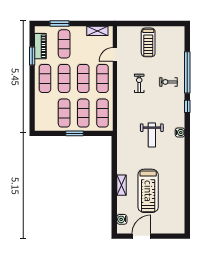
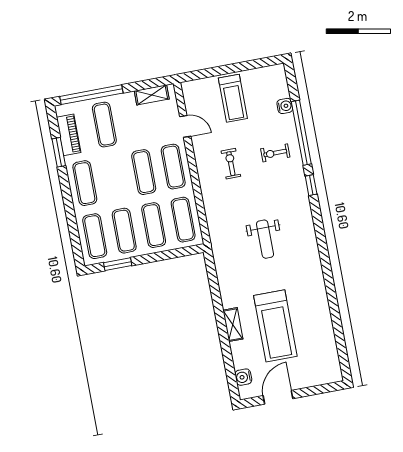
window: (59, 24) -> (91, 95), width x2.11
door: (115, 55) -> (185, 126), swing flipped
exercise mat: (64, 78) -> (95, 236), moved
window: (75, 133) -> (118, 264), moved
water cooler: (180, 133) -> (285, 106), moved

